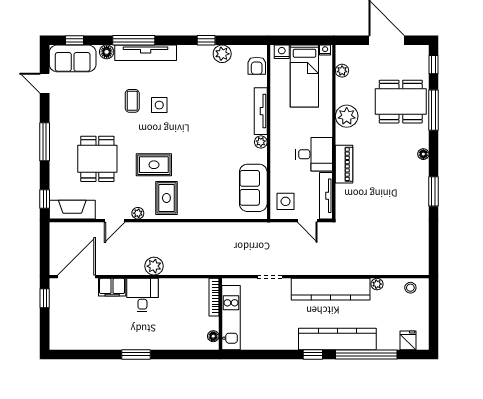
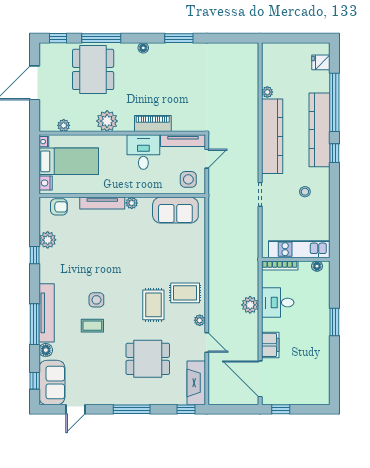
stool: (410, 288) -> (305, 192), moved
desk: (142, 295) -> (278, 303), moved
bookcase: (214, 297) -> (280, 265), moved
wall: (220, 314) -> (296, 259), moved
kitchen unit: (231, 318) -> (299, 249), moved
floor lamp: (213, 336) -> (317, 266), moved

